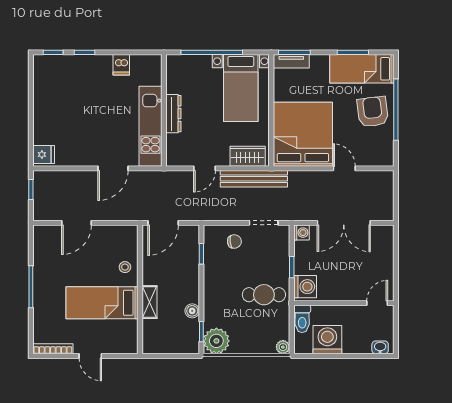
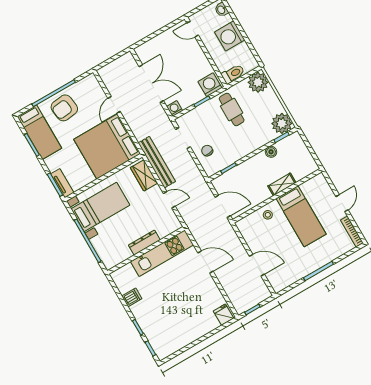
washing machine: (327, 340) -> (230, 36), moved
plant: (283, 347) -> (258, 82), width x1.88, depth x1.88

